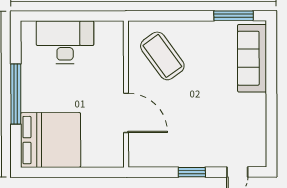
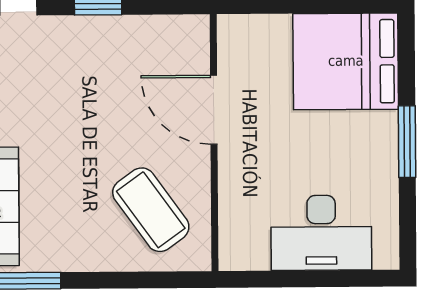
window: (16, 94) -> (407, 142), width x0.68

